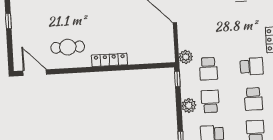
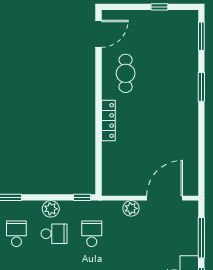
plant: (186, 57) -> (131, 208), moved
school desk: (208, 69) -> (92, 234), turned 90

